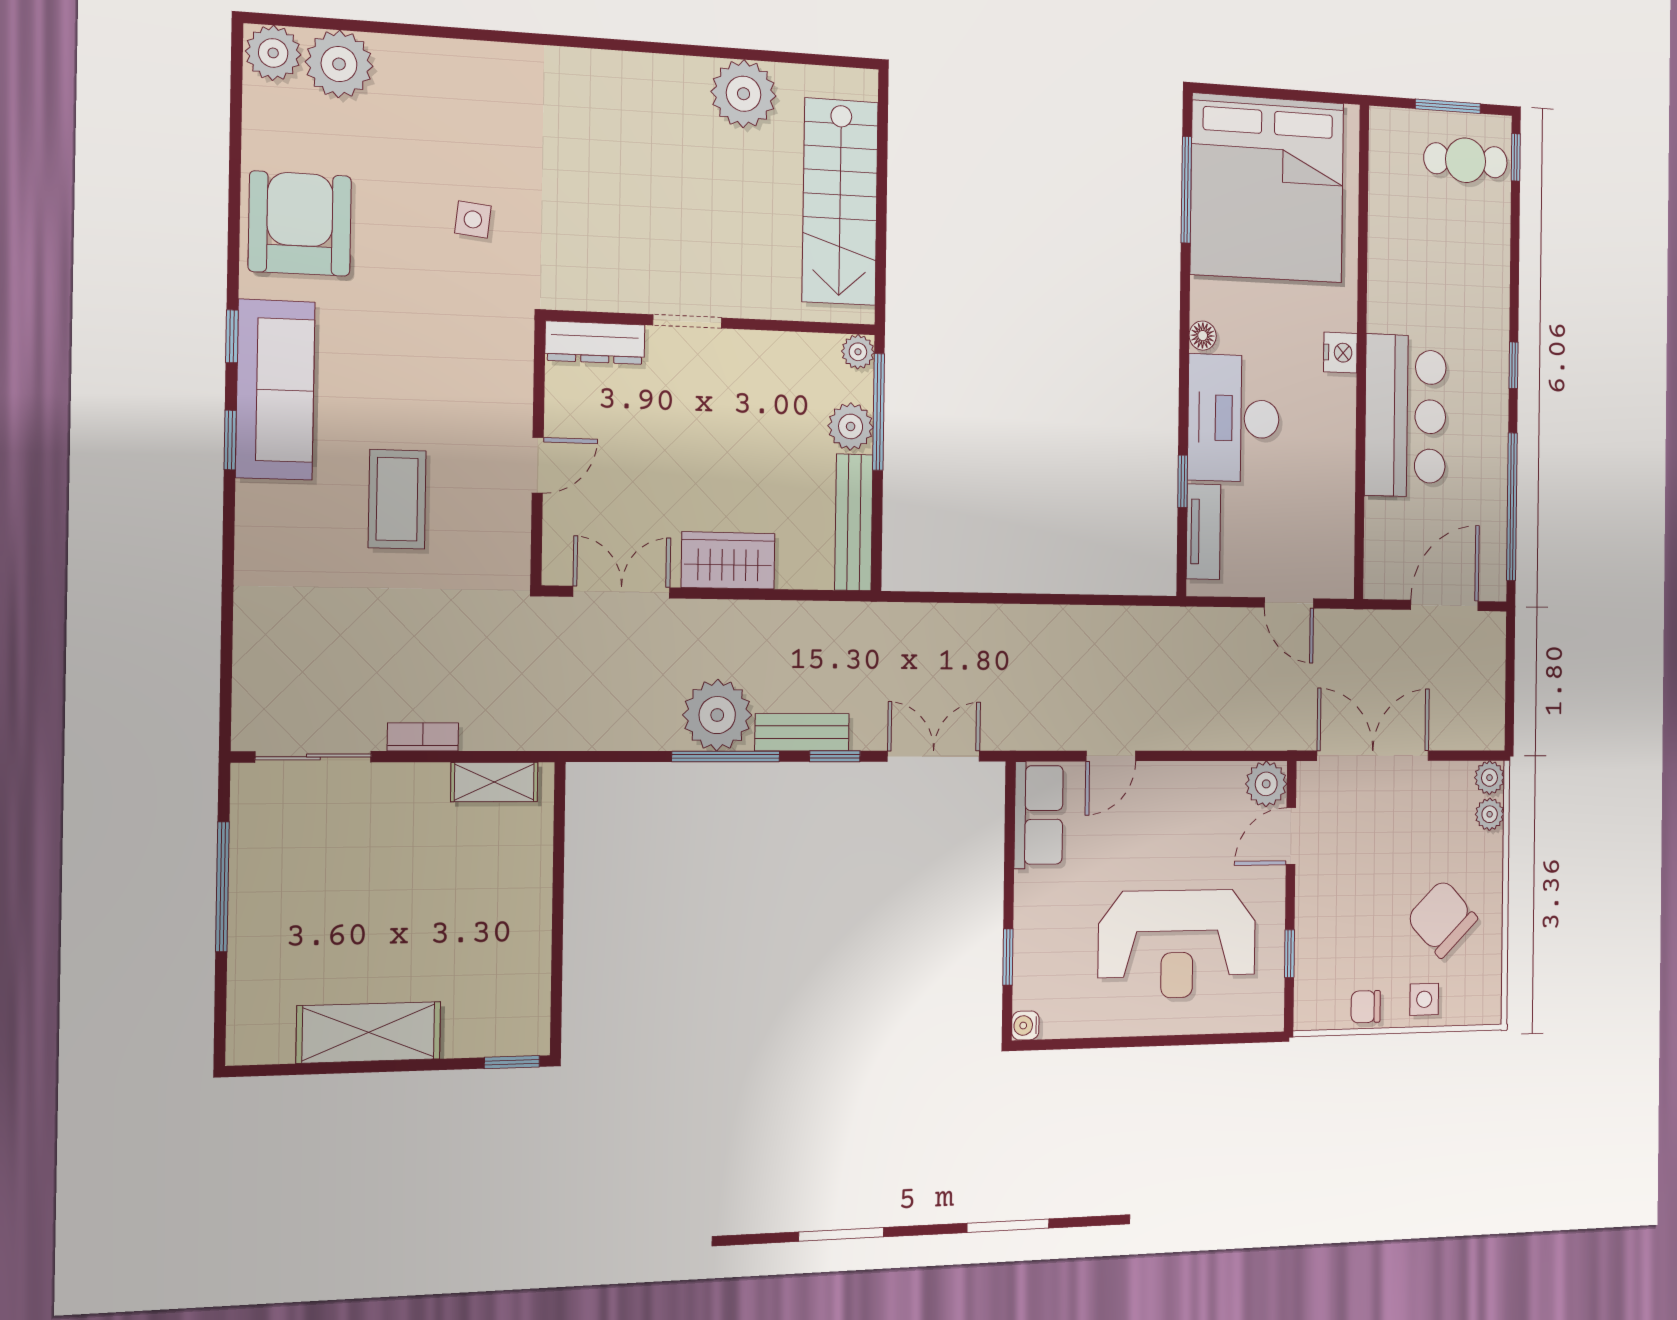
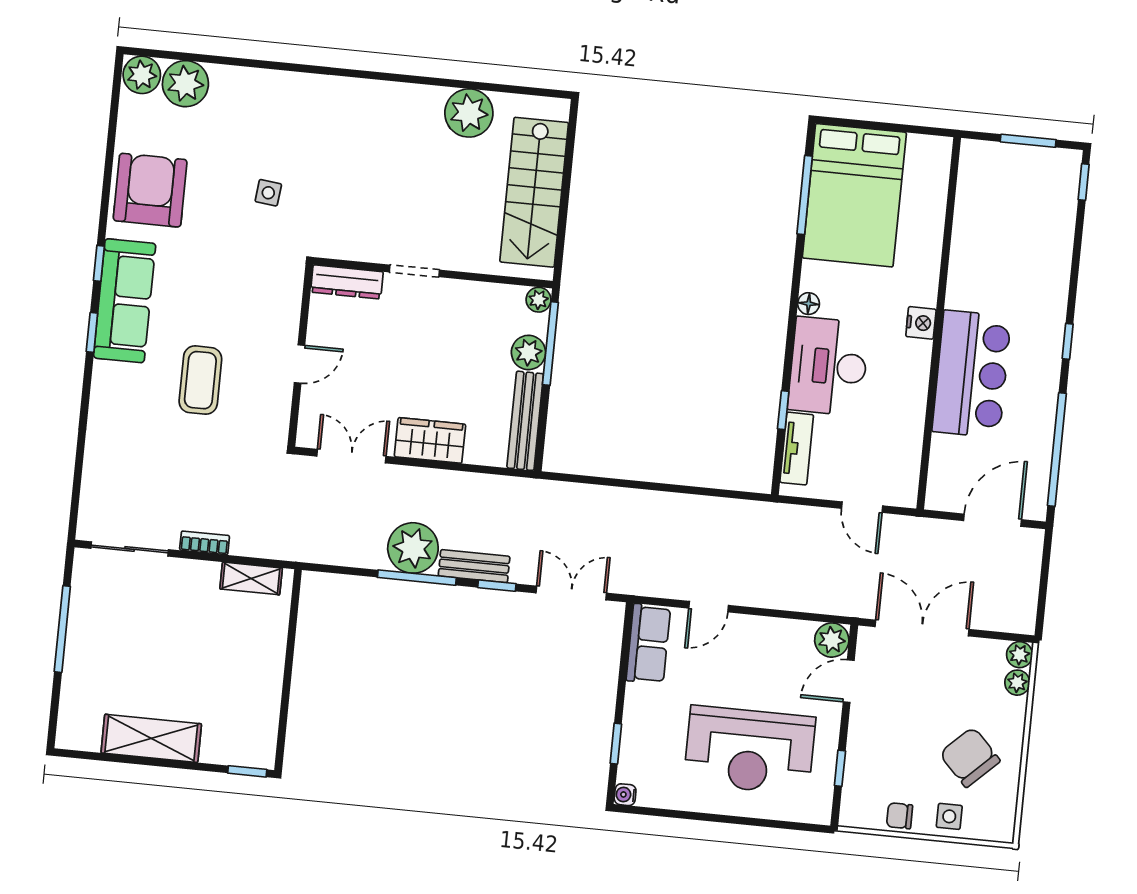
cafe table: (1466, 160) -> (1040, 182), removed
bed: (1267, 188) -> (854, 195), width x0.73

